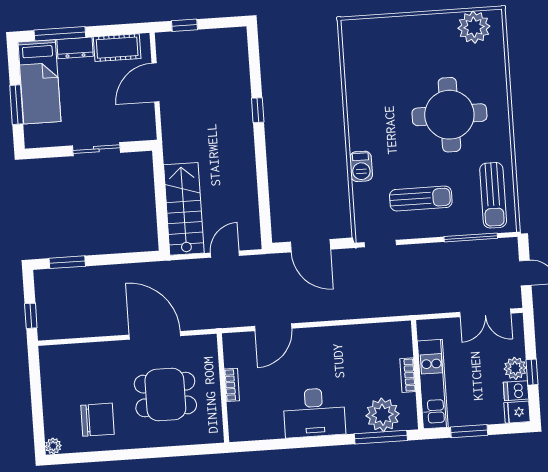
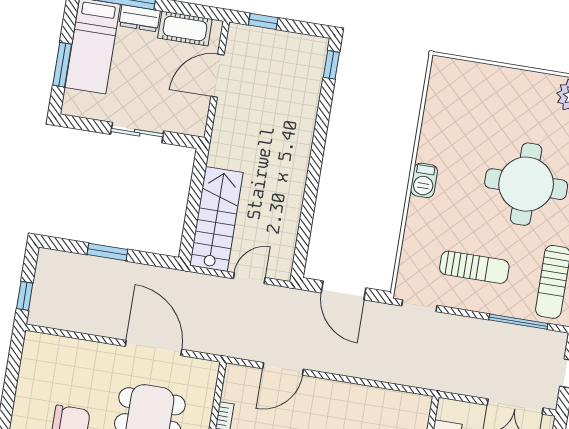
window: (258, 110) -> (331, 65), moved
barbecue: (361, 166) -> (424, 180), moved
window: (67, 262) -> (107, 252), moved

